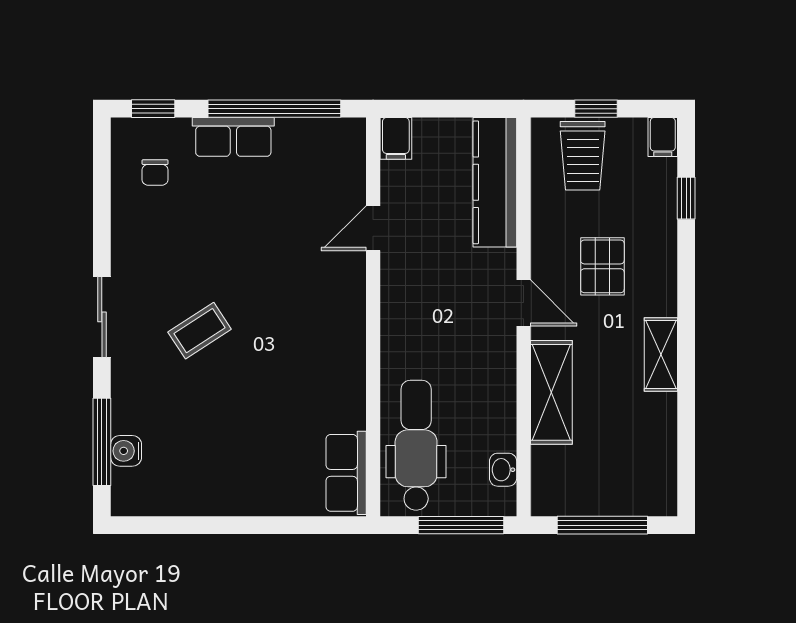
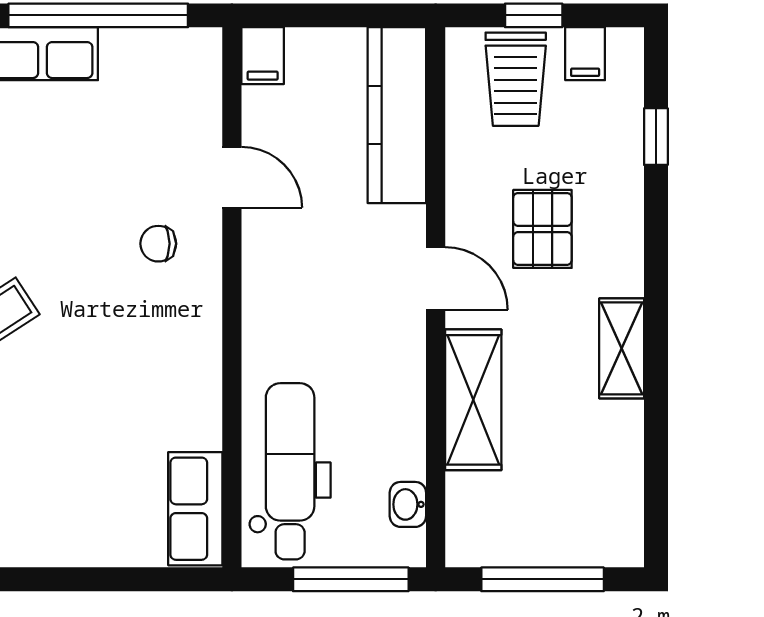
filing cabinet: (663, 137) -> (585, 54), moved
door: (373, 228) -> (232, 177), swing flipped
chair: (319, 277) -> (158, 244), added

